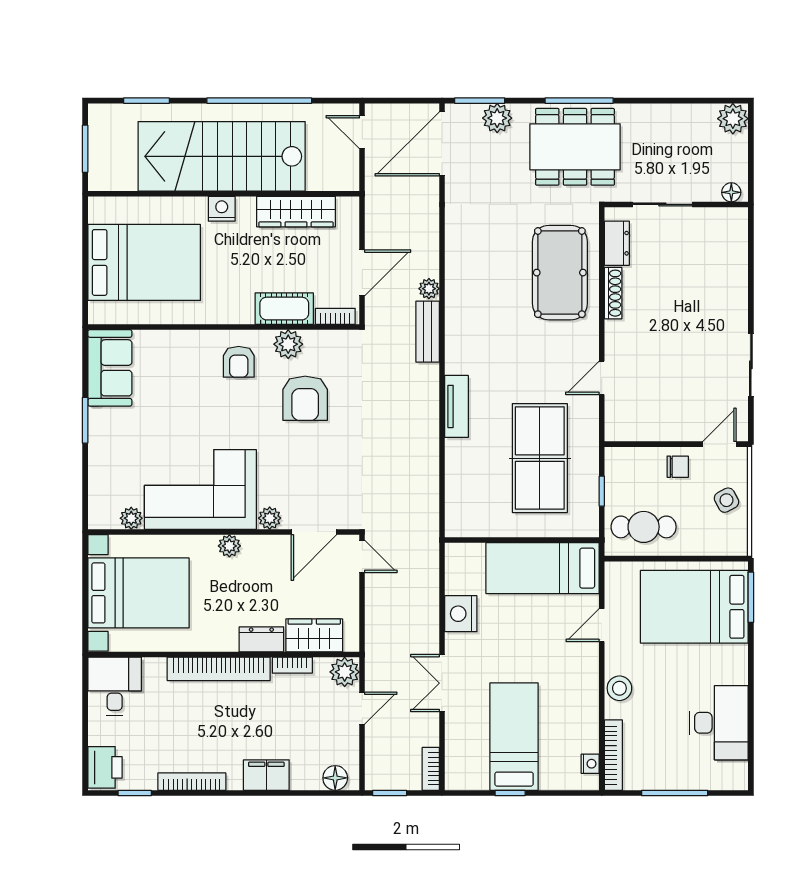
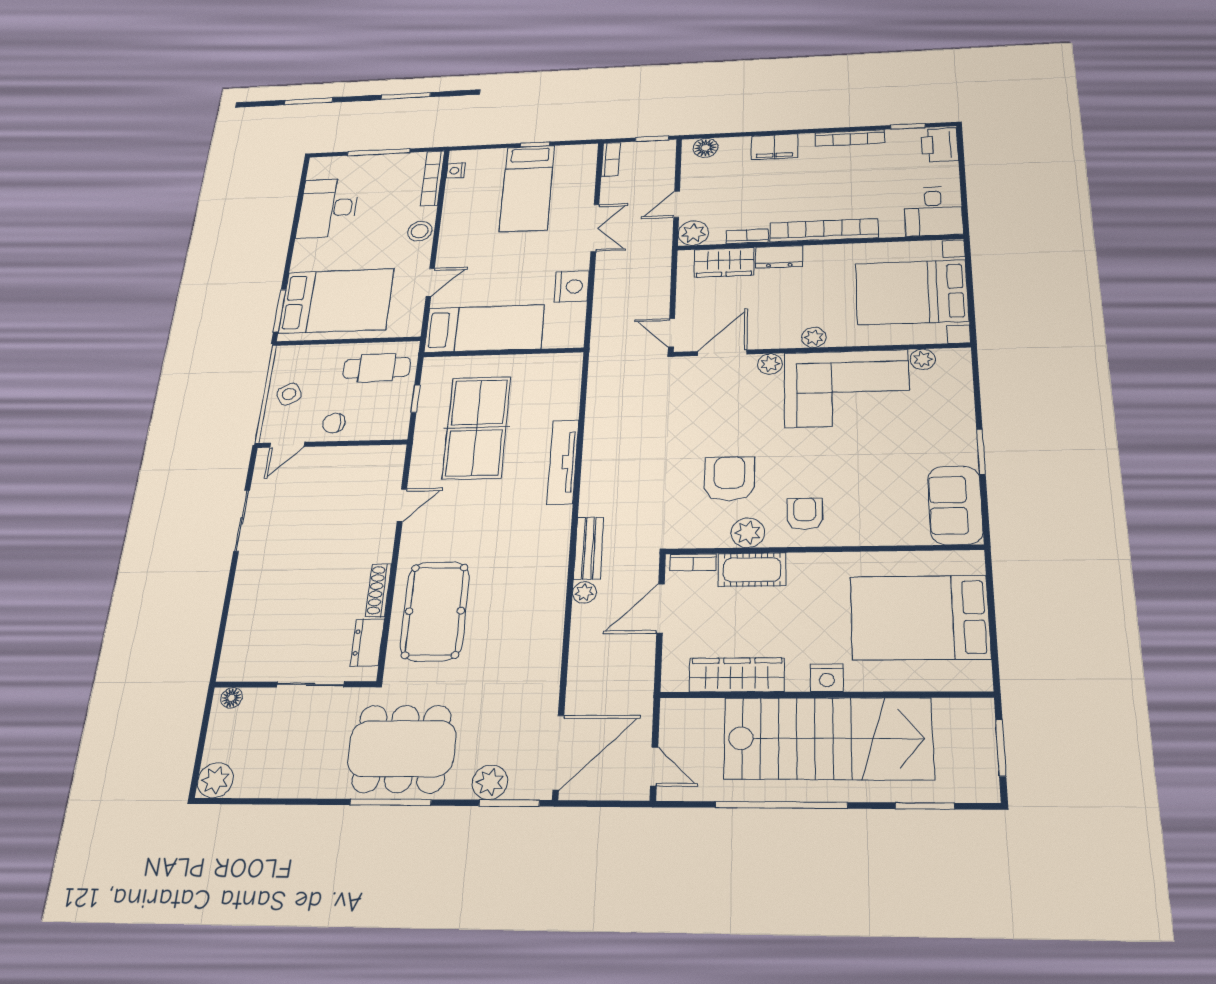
tv unit: (456, 406) -> (563, 462), width x1.41

